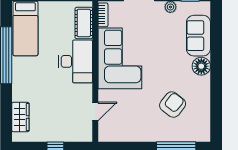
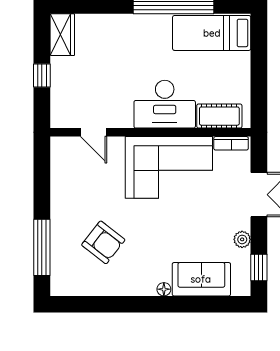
floor lamp: (201, 66) -> (164, 289), width x0.53, depth x0.53
wardrobe: (20, 117) -> (62, 35), moved, turned -90

